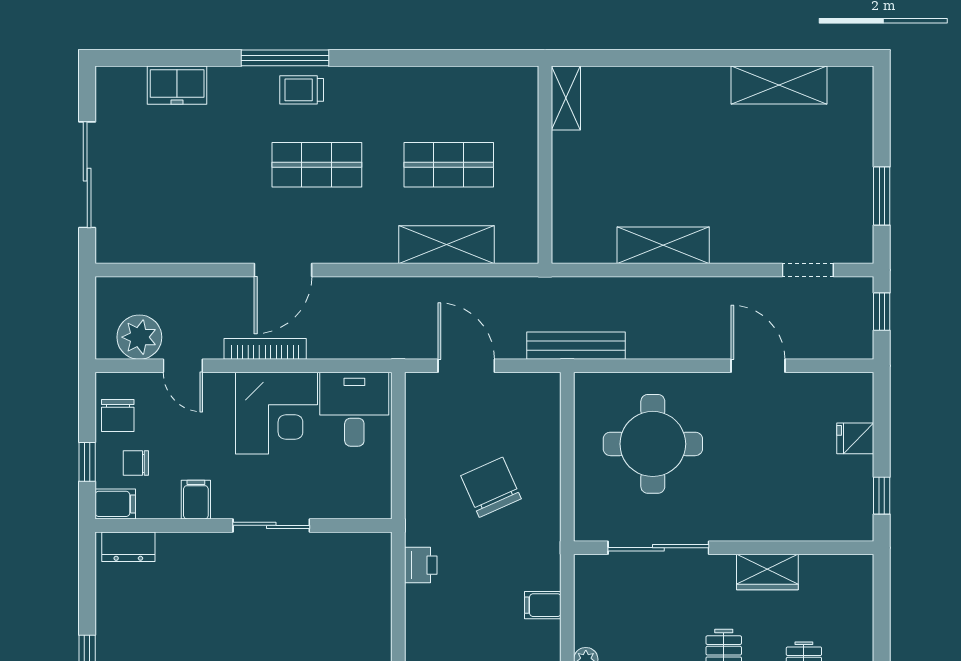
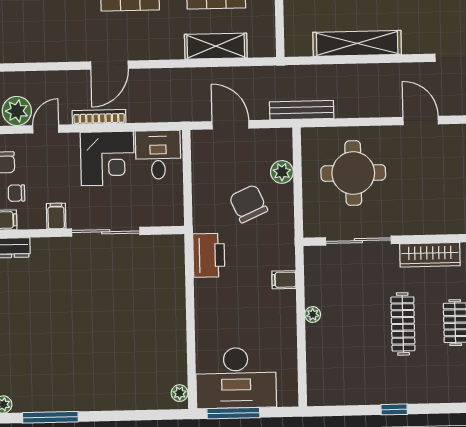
shelving: (663, 245) -> (357, 43), width x1.47
door: (183, 366) -> (46, 129), swing flipped
plant: (544, 440) -> (282, 172), added
sliding door: (271, 525) -> (106, 232), width x1.37
printer: (421, 565) -> (209, 255), width x1.87, depth x1.48
wardrobe: (767, 572) -> (430, 255), width x1.50

